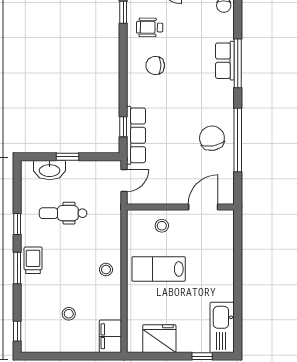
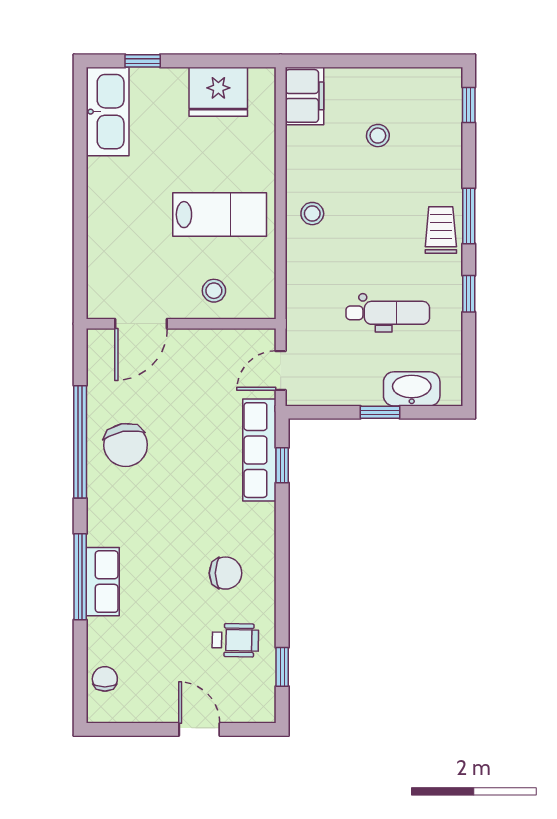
trolley: (33, 260) -> (441, 230), turned 180

